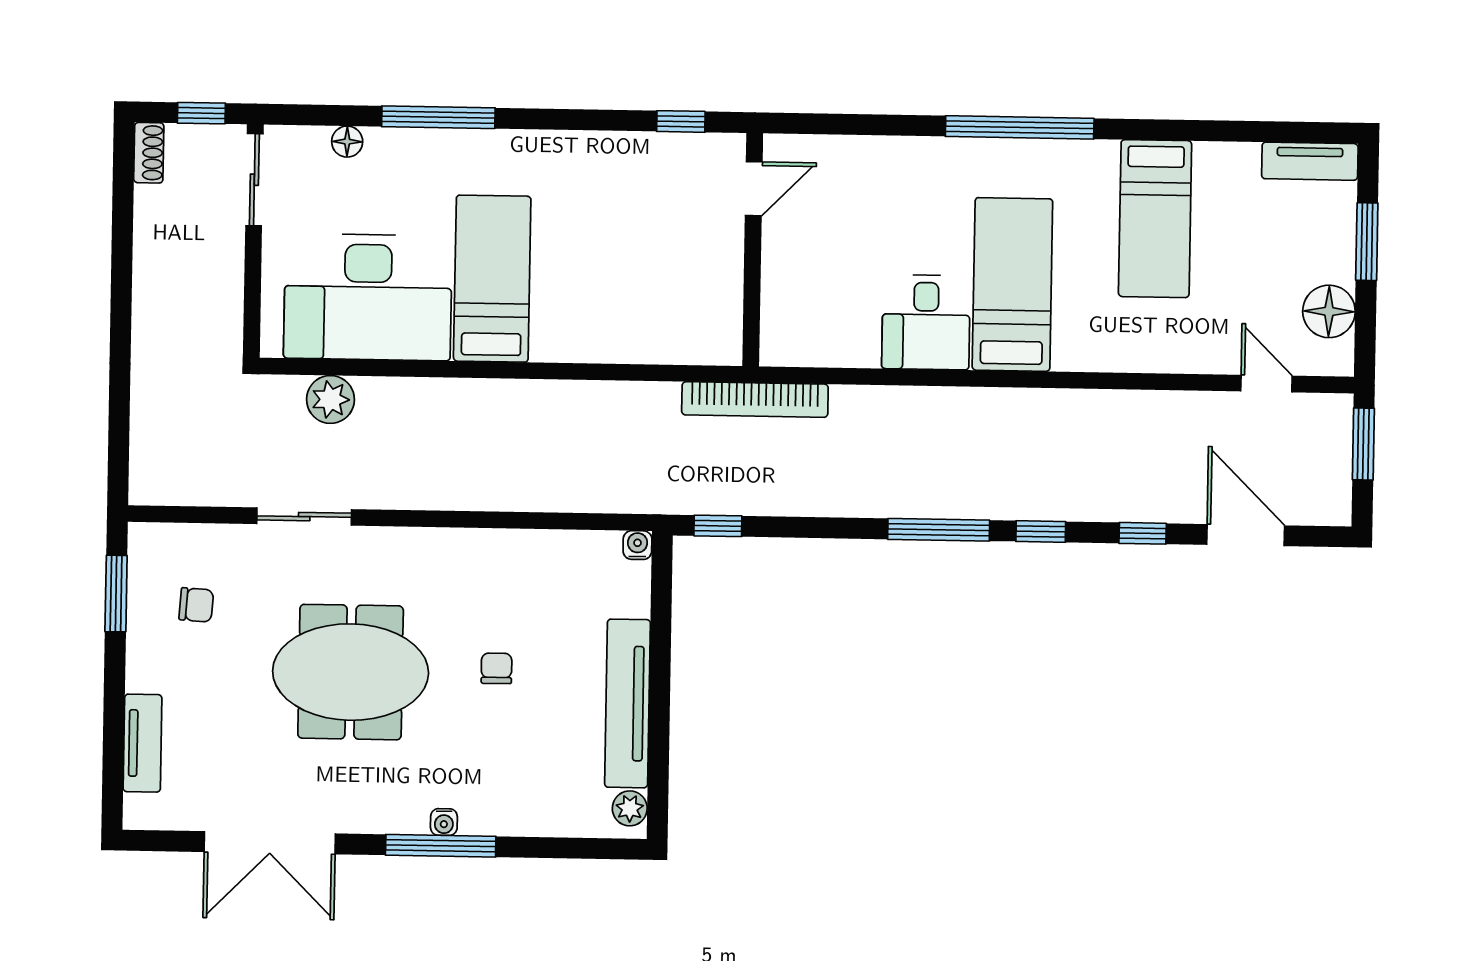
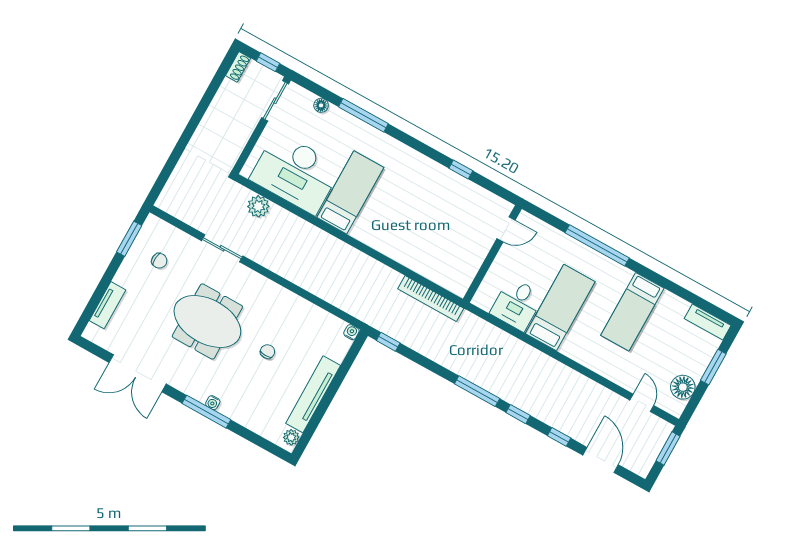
door: (754, 189) -> (506, 229), moved
wall: (753, 250) -> (492, 254), moved

